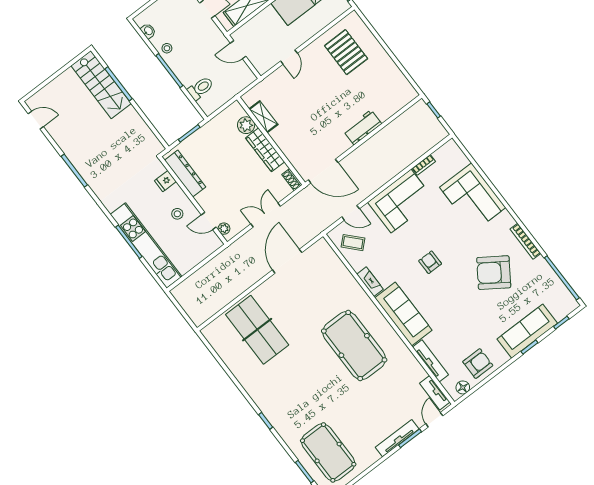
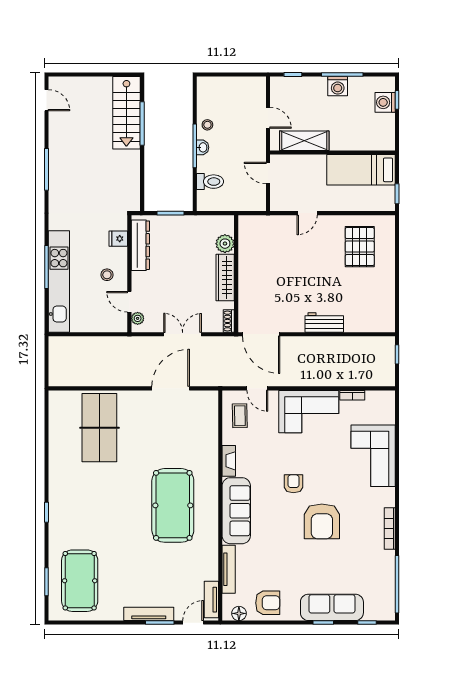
washbasin: (148, 31) -> (203, 147), moved
shelving: (263, 117) -> (245, 248), removed
coffee table: (353, 243) -> (240, 416), turned 42
armchair: (494, 273) -> (322, 521), moved, turned -124

